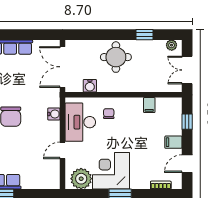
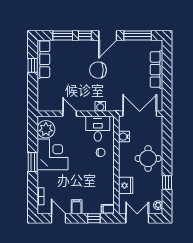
fridge: (148, 84) -> (126, 185), added
filing cabinet: (149, 105) -> (108, 209), moved
desk: (80, 122) -> (98, 129), width x0.73

